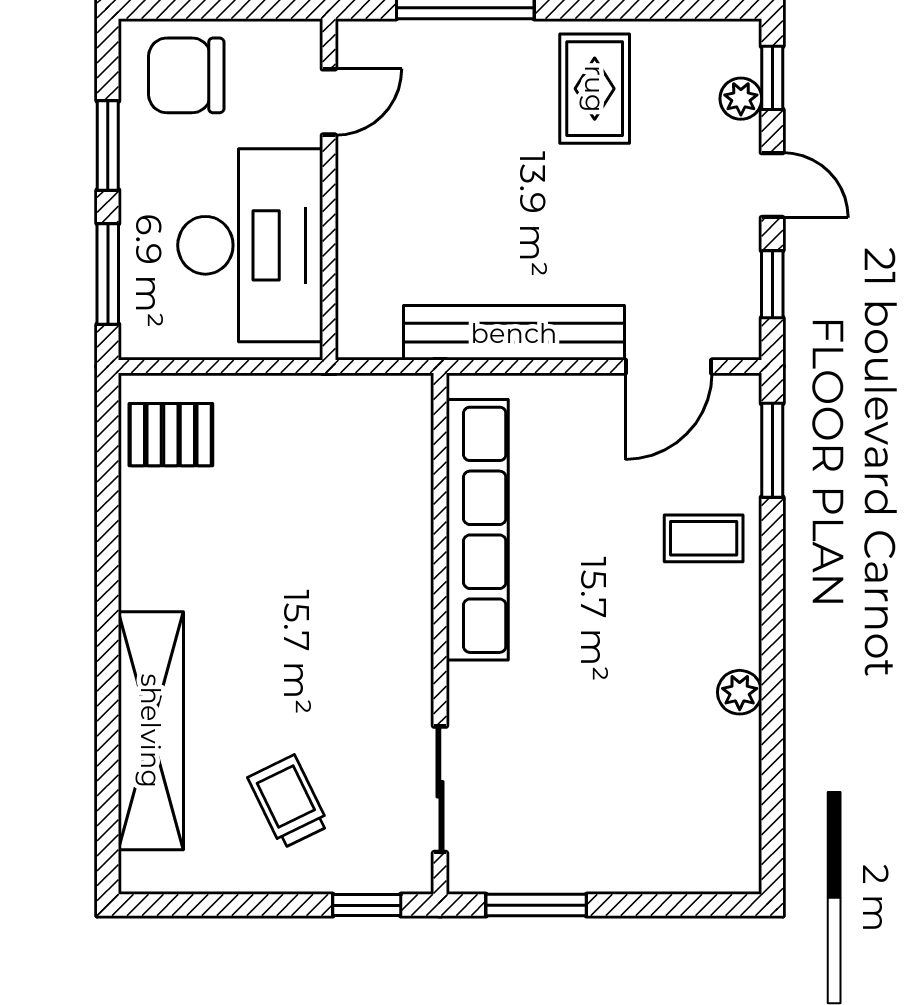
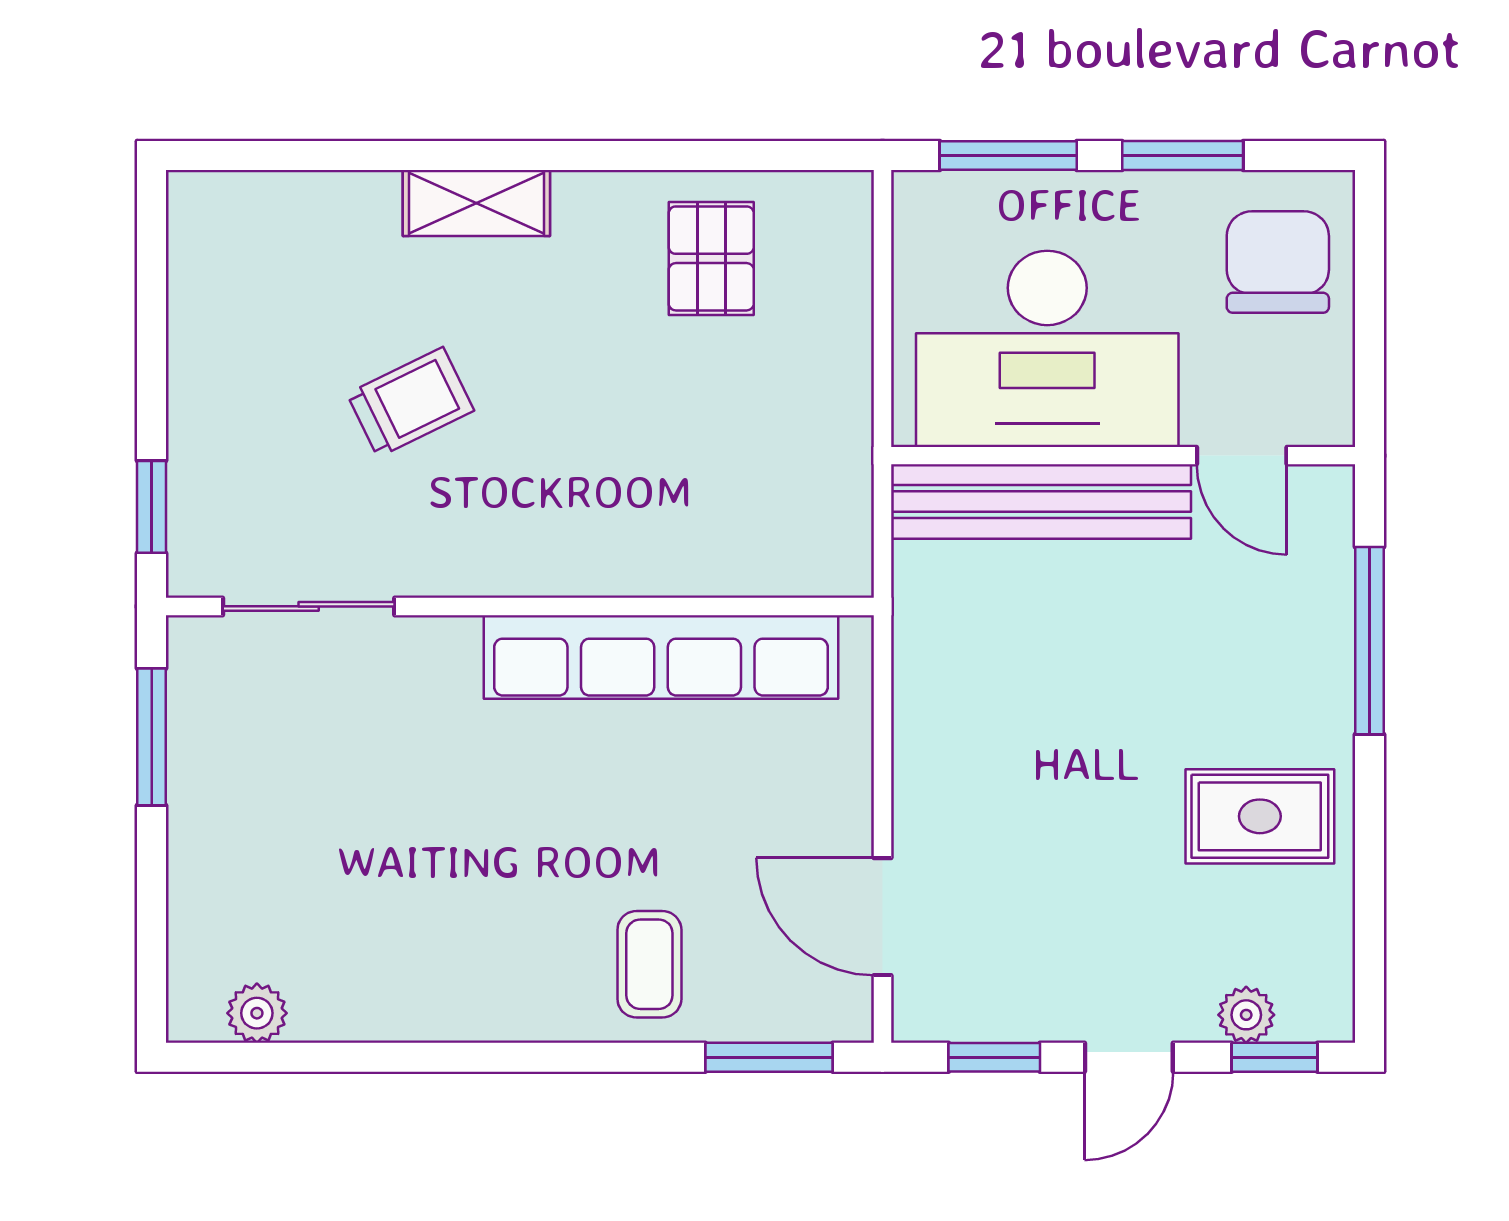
bench: (514, 333) -> (1041, 502), moved, turned 90
pallet: (171, 435) -> (711, 258), moved
plant: (740, 692) -> (257, 1013), moved
shelving: (151, 731) -> (476, 203), width x0.45, depth x0.75
trolley: (288, 802) -> (410, 402), moved

